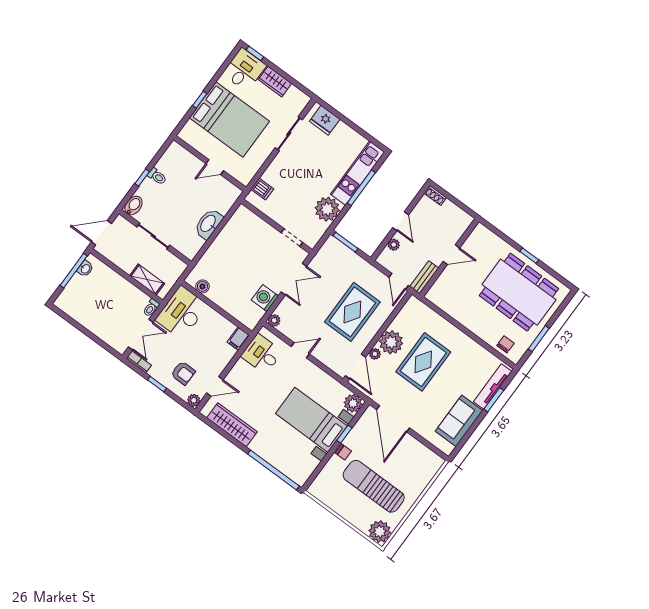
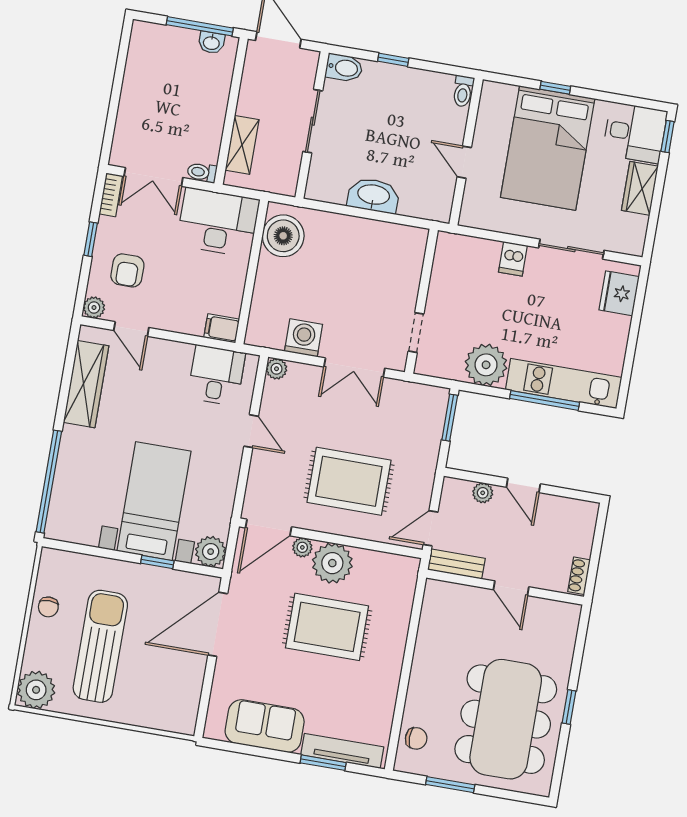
toilet: (157, 176) -> (463, 91), moved
dishwasher: (262, 189) -> (513, 259), moved
shoe rack: (435, 196) -> (579, 576), moved
door: (401, 221) -> (523, 485), hinge flipped
boiler: (202, 286) -> (283, 236), width x1.86, depth x1.86
chair: (343, 452) -> (48, 607), moved

